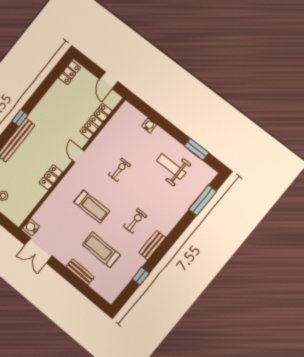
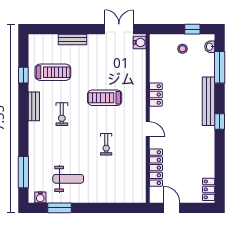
water cooler: (149, 125) -> (40, 197), moved
treadmill: (101, 250) -> (53, 72), moved

